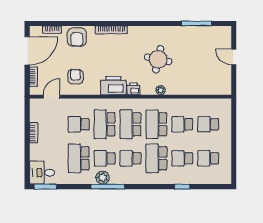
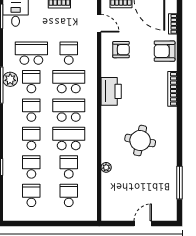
printer: (133, 89) -> (108, 113), removed
plant: (161, 90) -> (106, 167), moved
school desk: (156, 158) -> (31, 139), width x0.54

